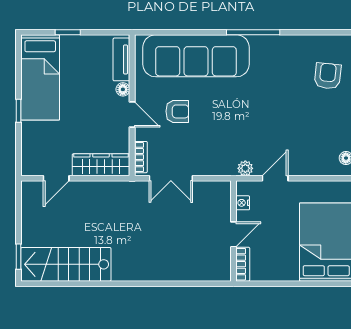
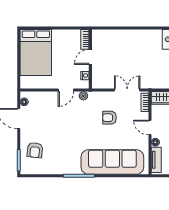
armchair: (177, 111) -> (109, 118), moved

